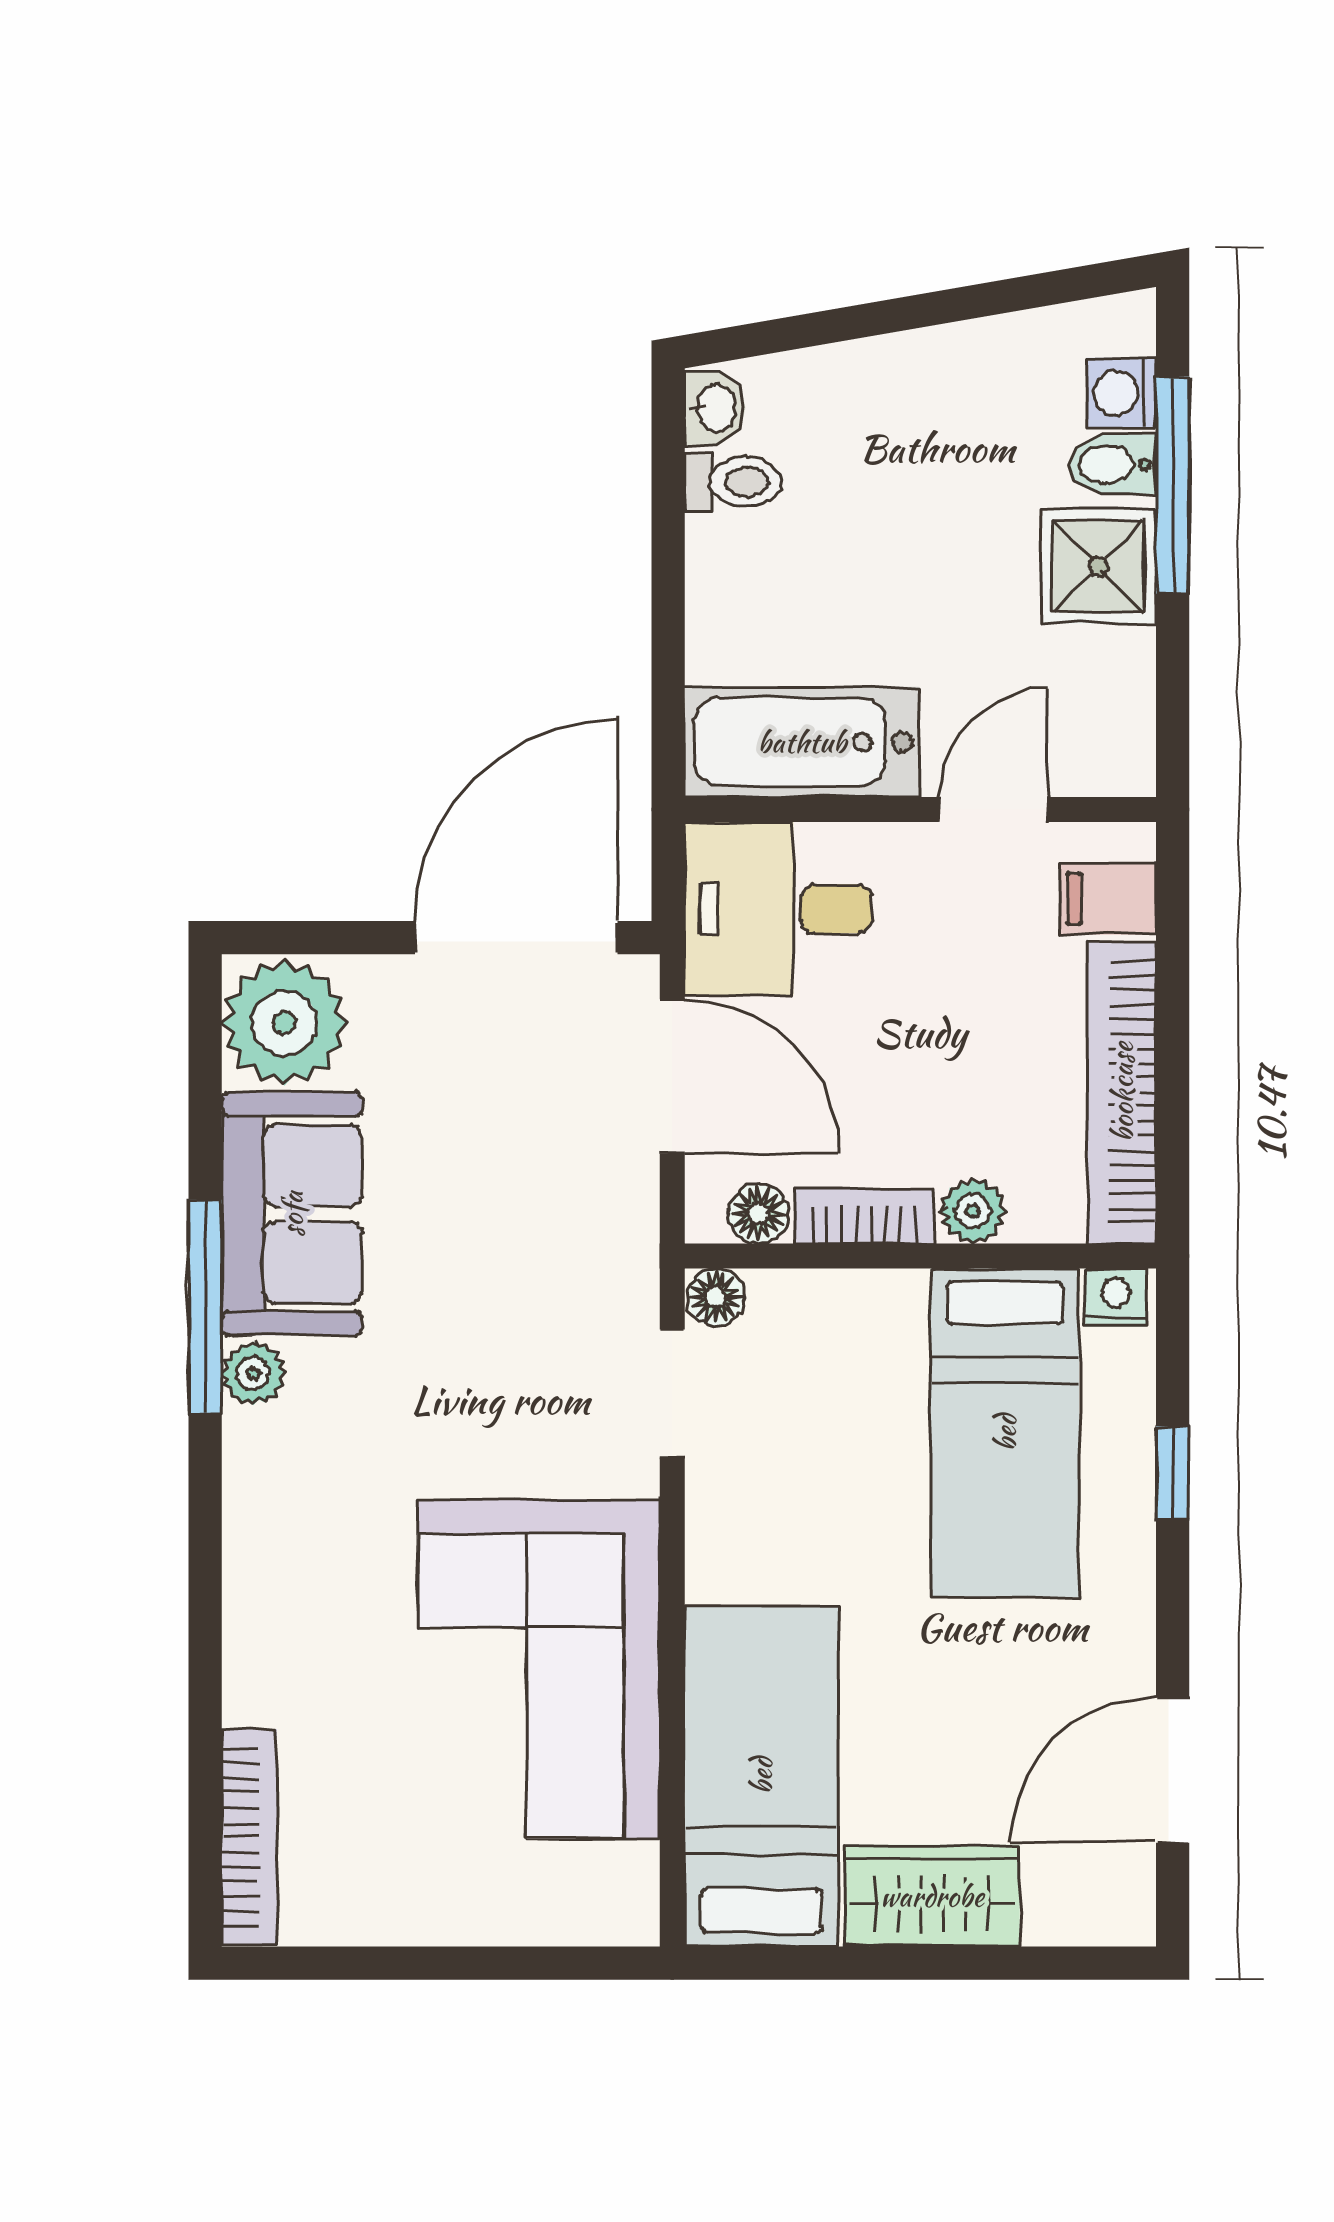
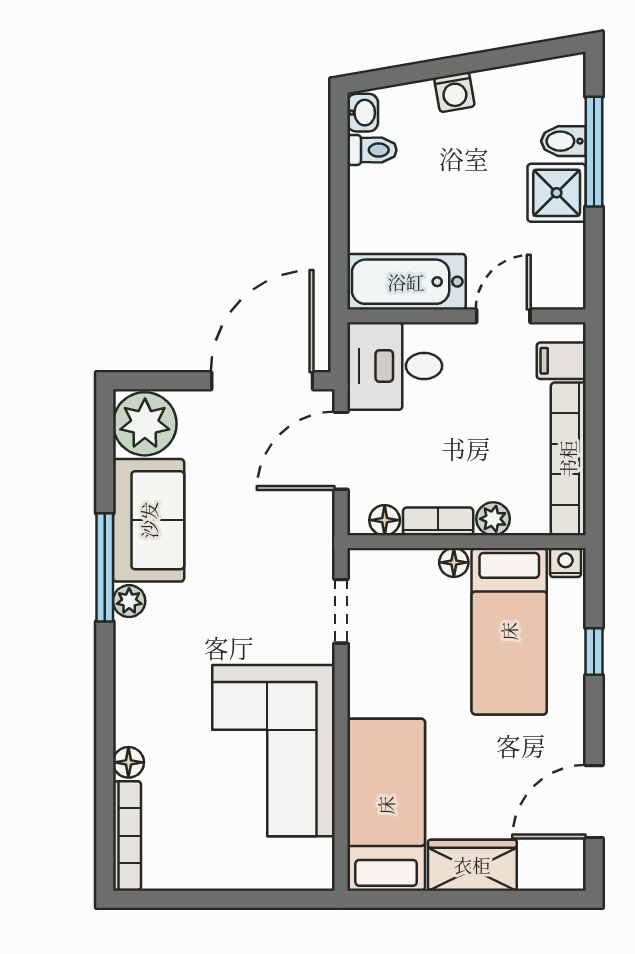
washing machine: (1121, 393) -> (454, 92), moved, turned -100
door: (672, 1076) -> (341, 451), swing flipped
floor lamp: (716, 1297) -> (454, 562), moved
floor lamp: (252, 1692) -> (128, 762), added

